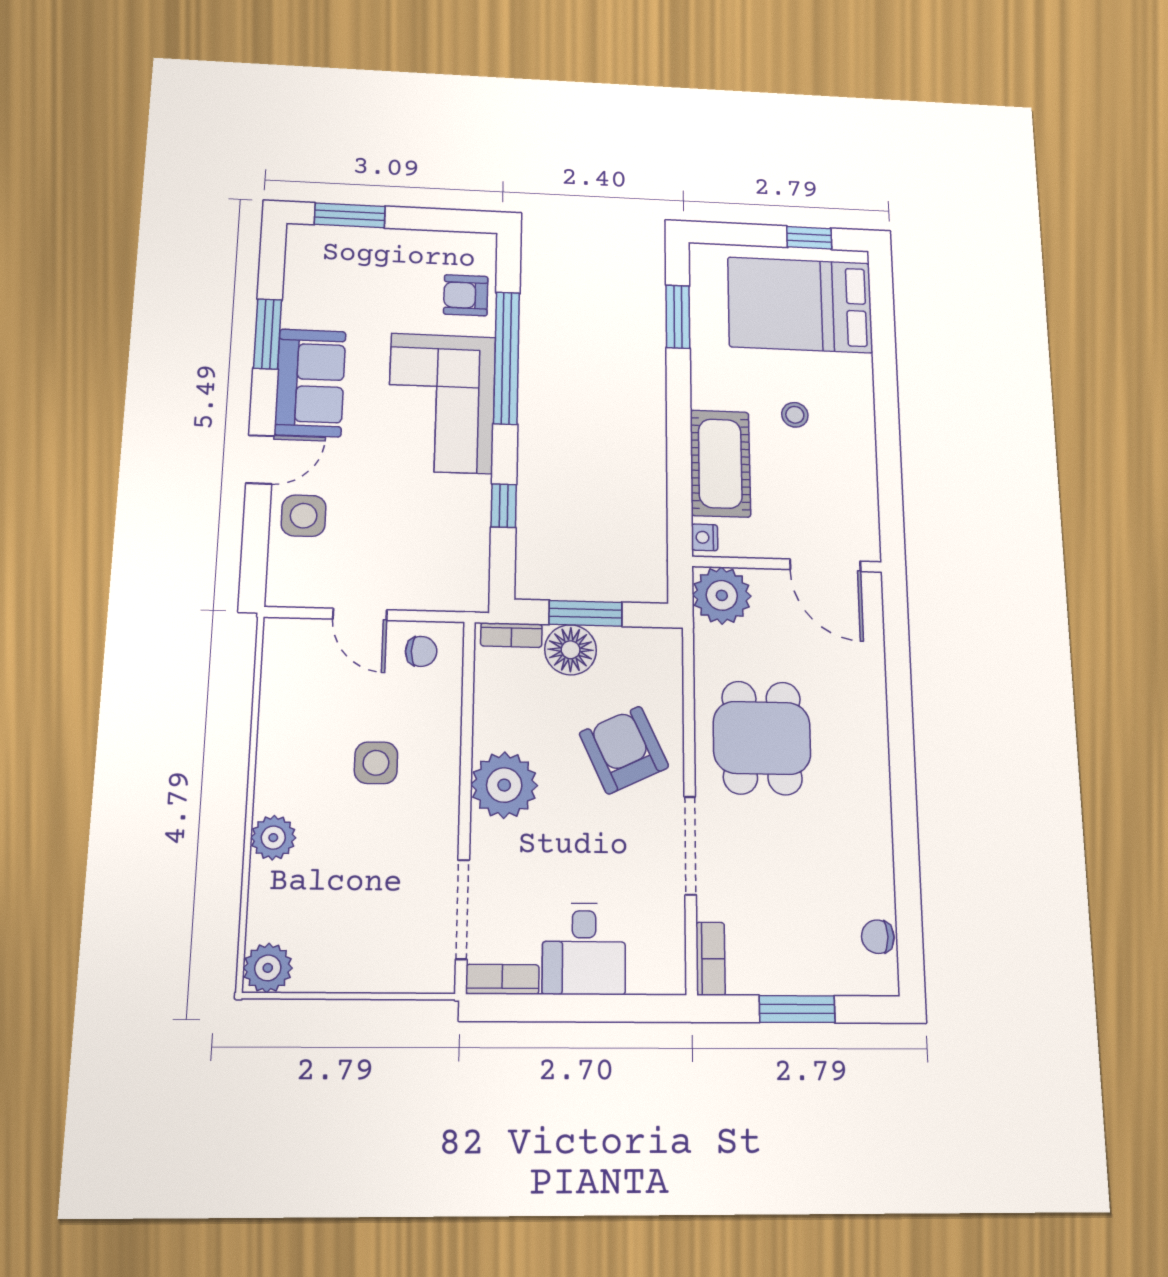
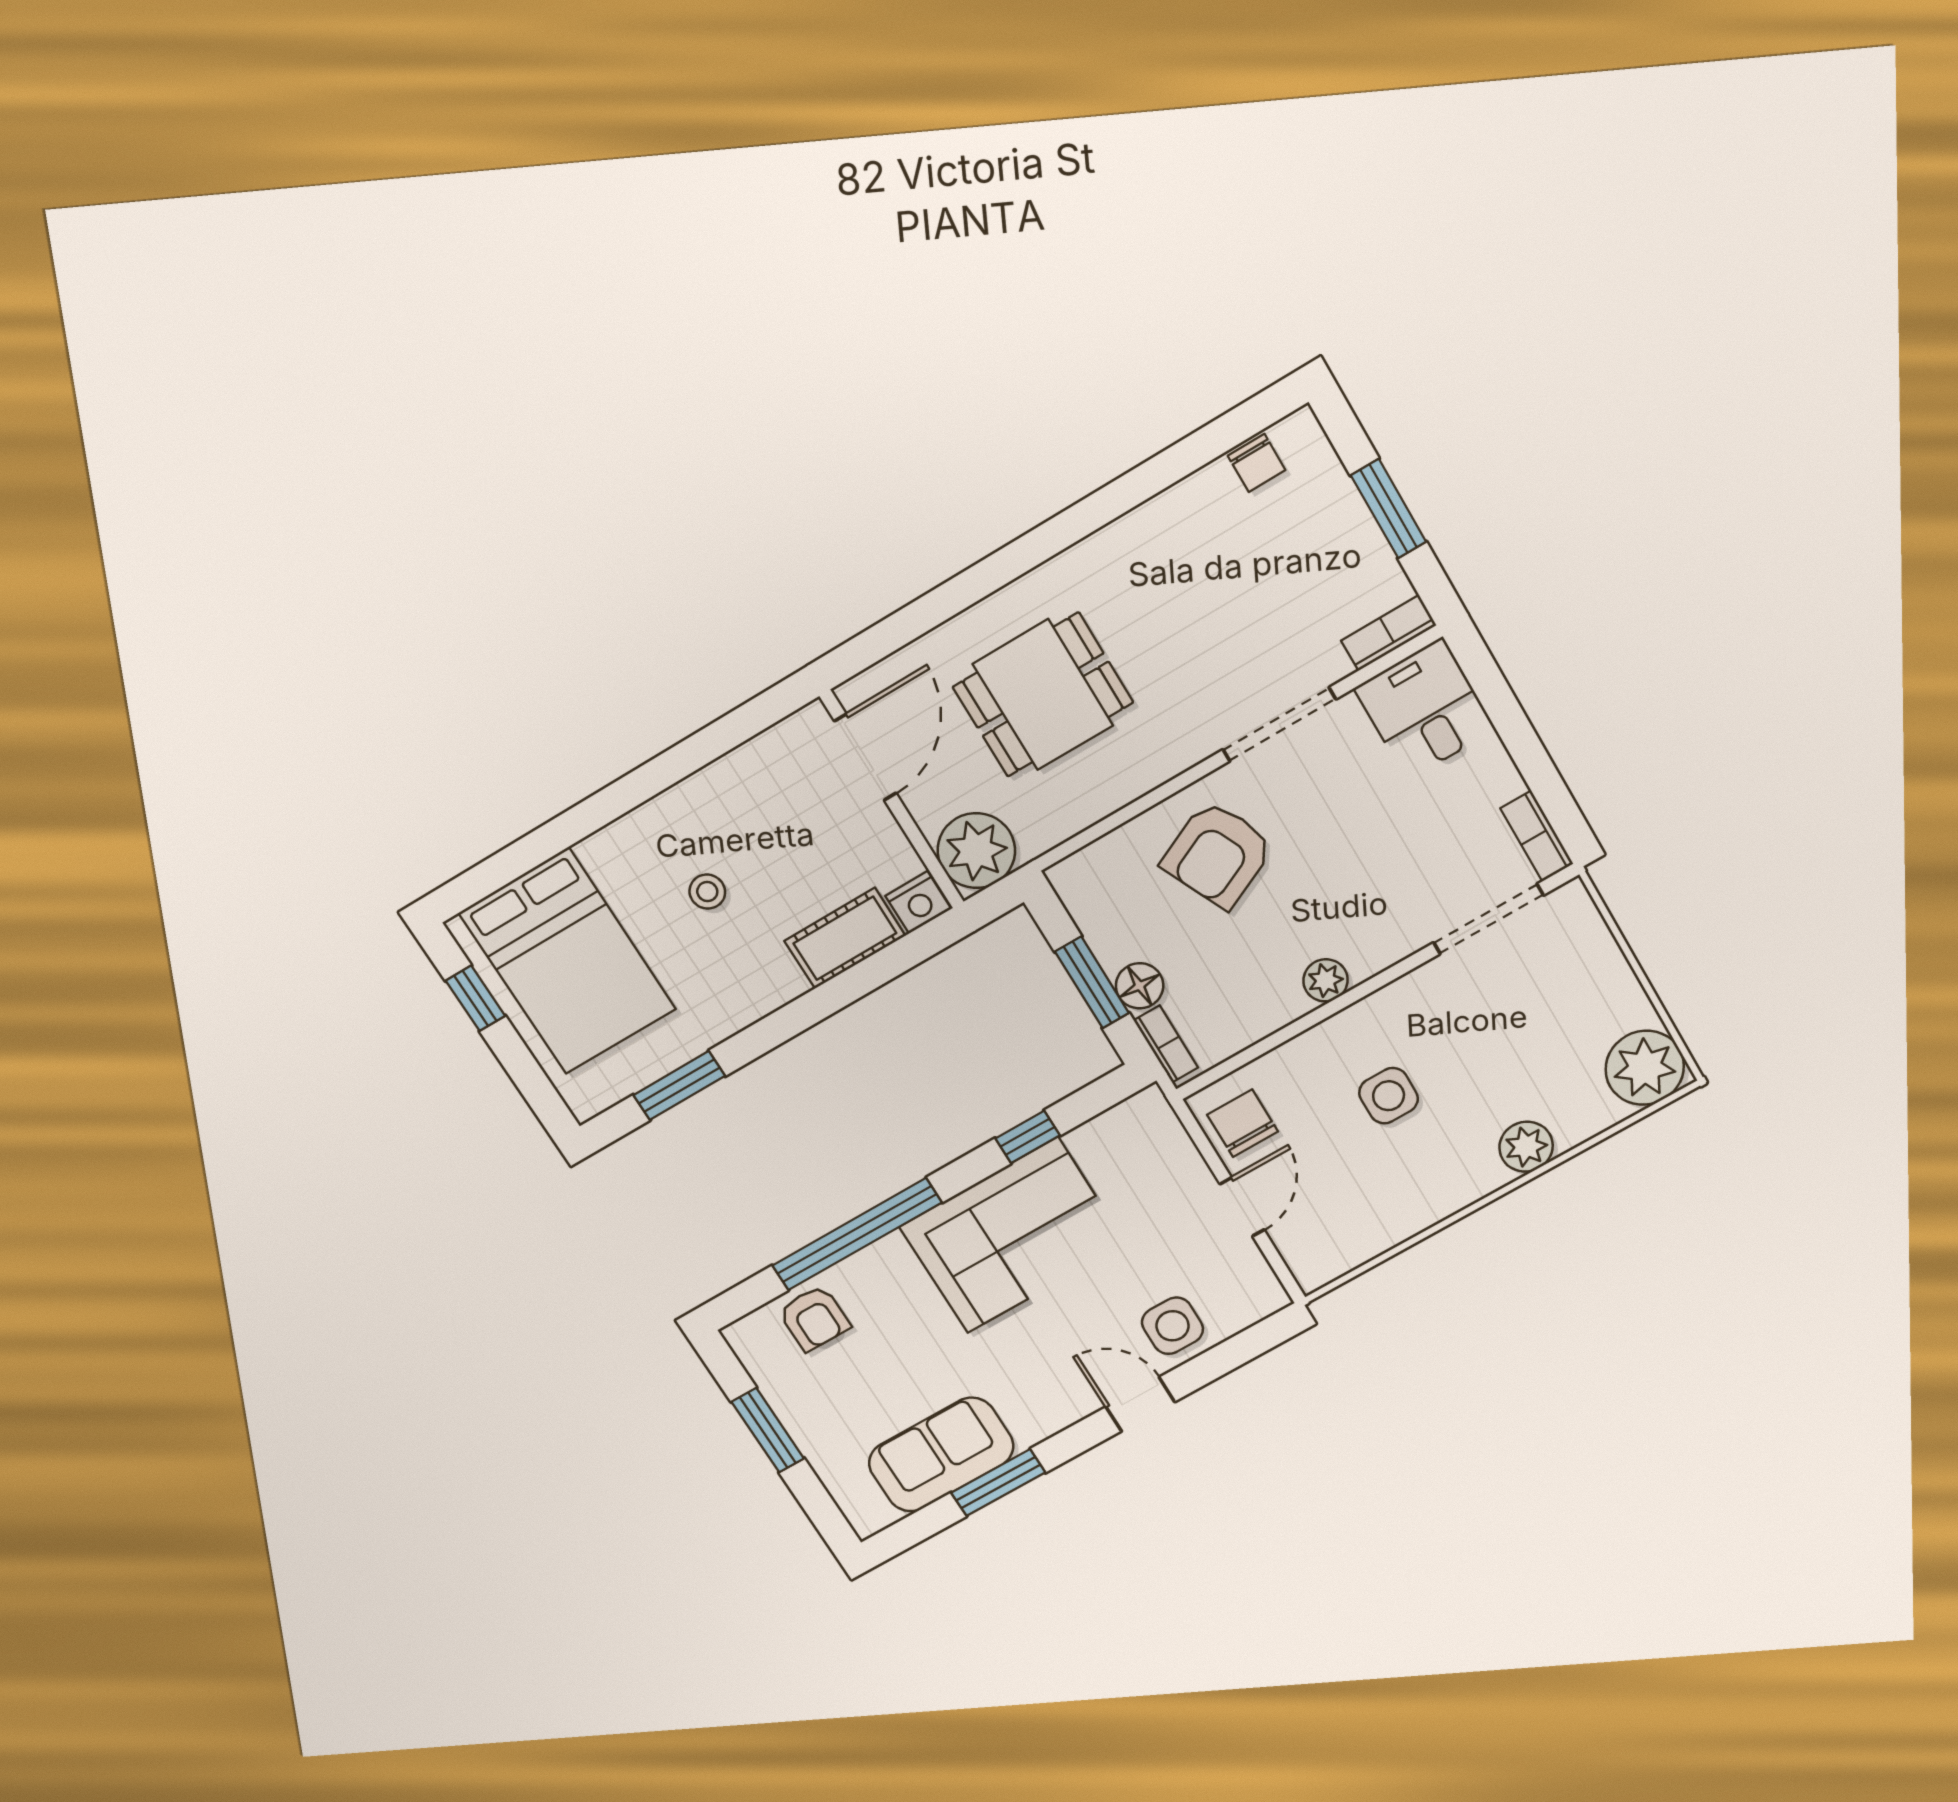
window: (350, 215) -> (768, 1430), moved
sofa: (310, 383) -> (941, 1455), moved
corner sofa: (442, 403) -> (1013, 1235), moved
cot: (720, 463) -> (845, 938), width x0.73, depth x0.75
nightstand: (705, 537) -> (918, 902), width x1.39, depth x1.35
floor lamp: (571, 650) -> (1140, 986), width x0.73, depth x0.73
chair: (421, 651) -> (1243, 1123), width x1.37, depth x1.37
dining table: (762, 738) -> (1043, 695), moved
plant: (504, 785) -> (1325, 980), width x0.53, depth x0.53
desk: (584, 949) -> (1425, 709), moved, turned -90
plant: (268, 968) -> (1645, 1068), width x1.36, depth x1.36

